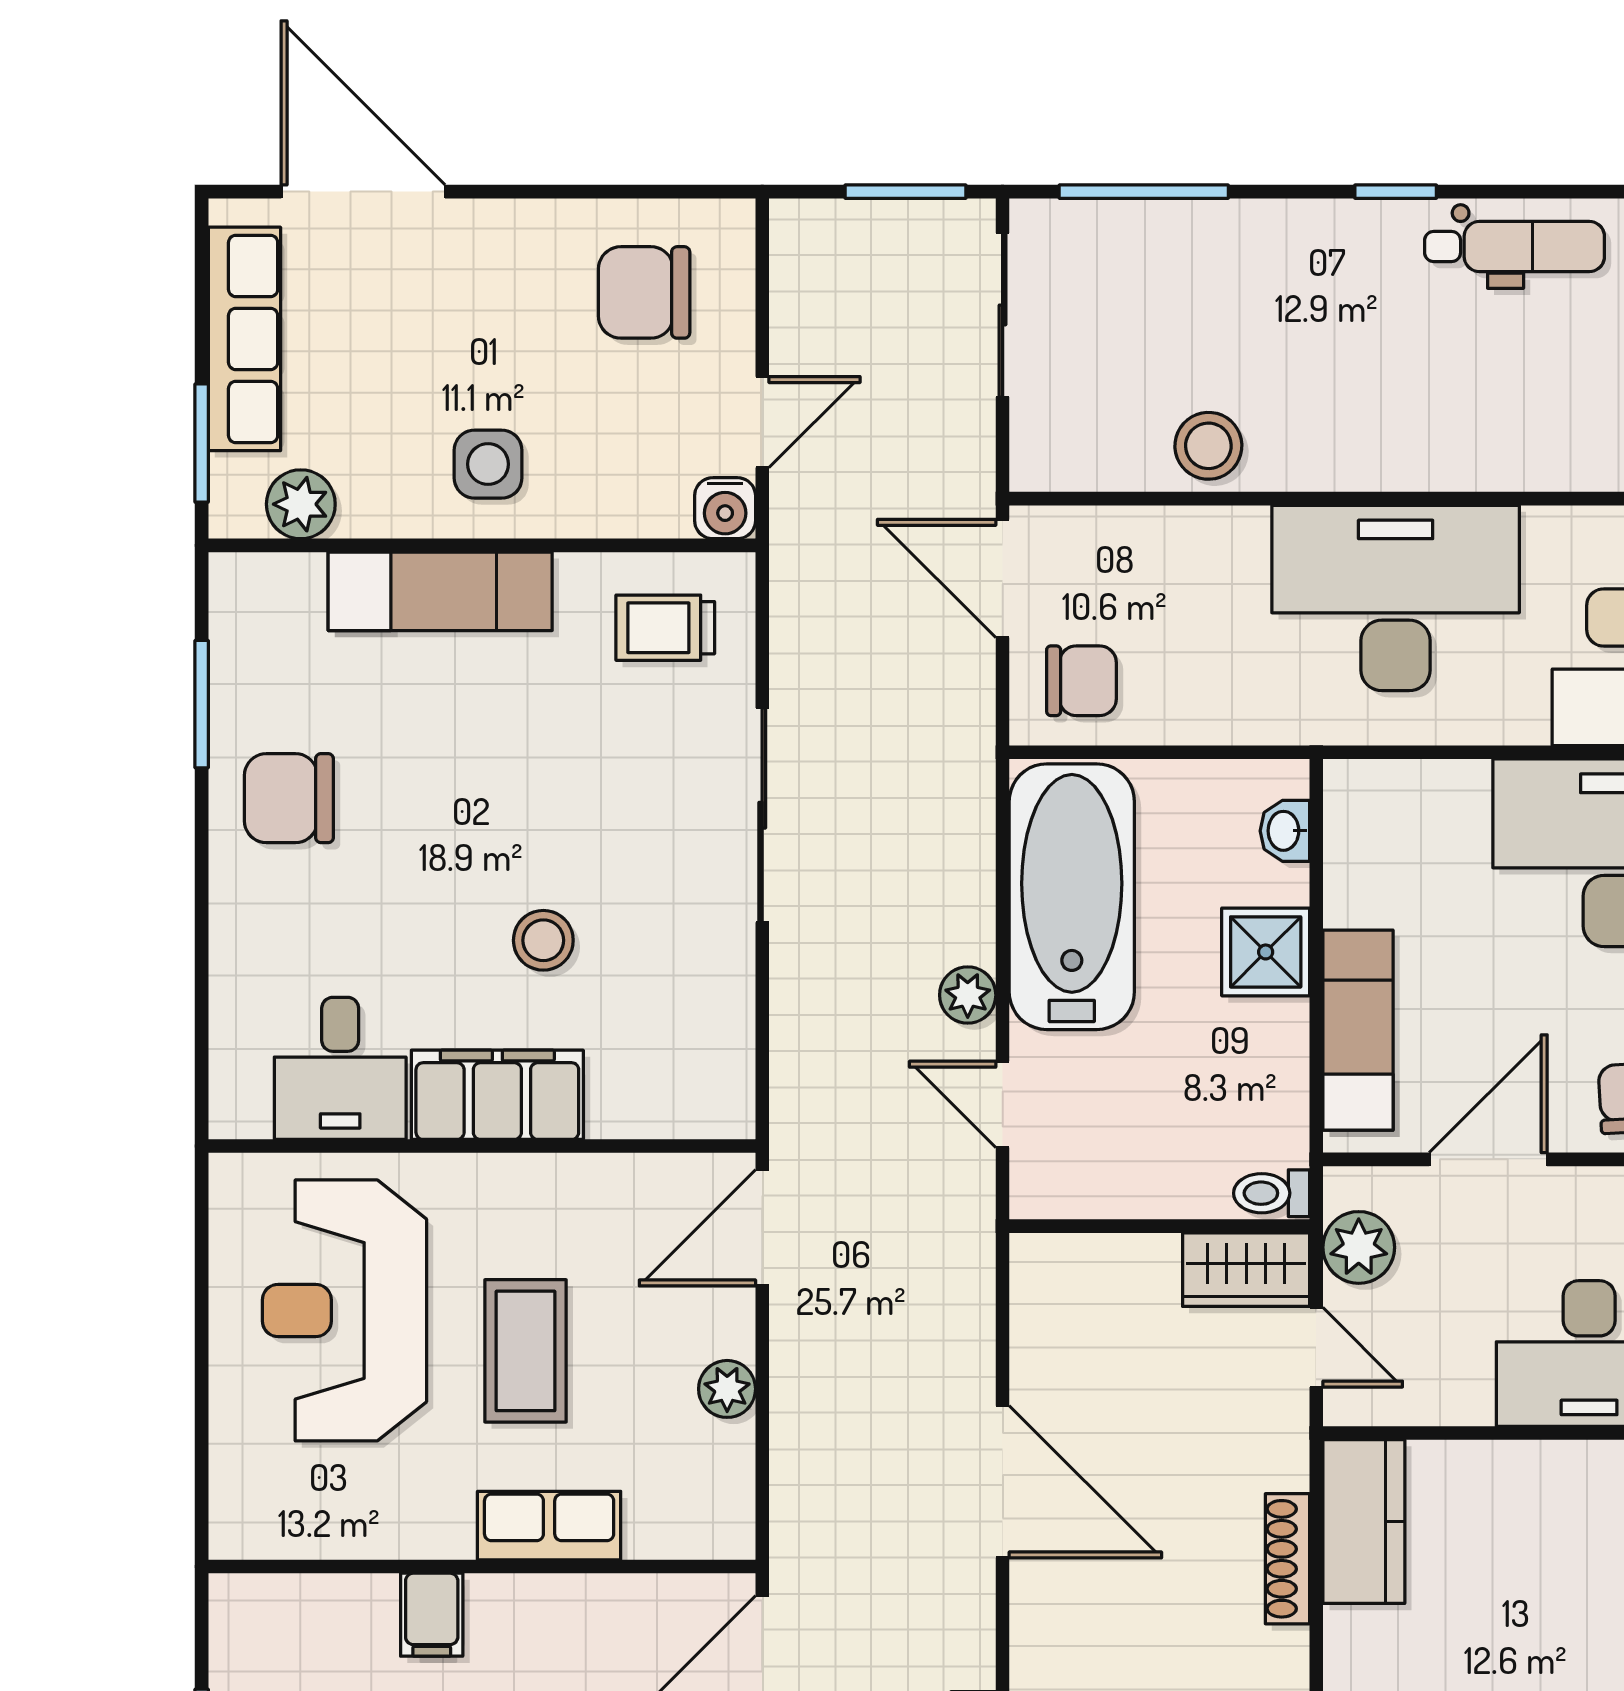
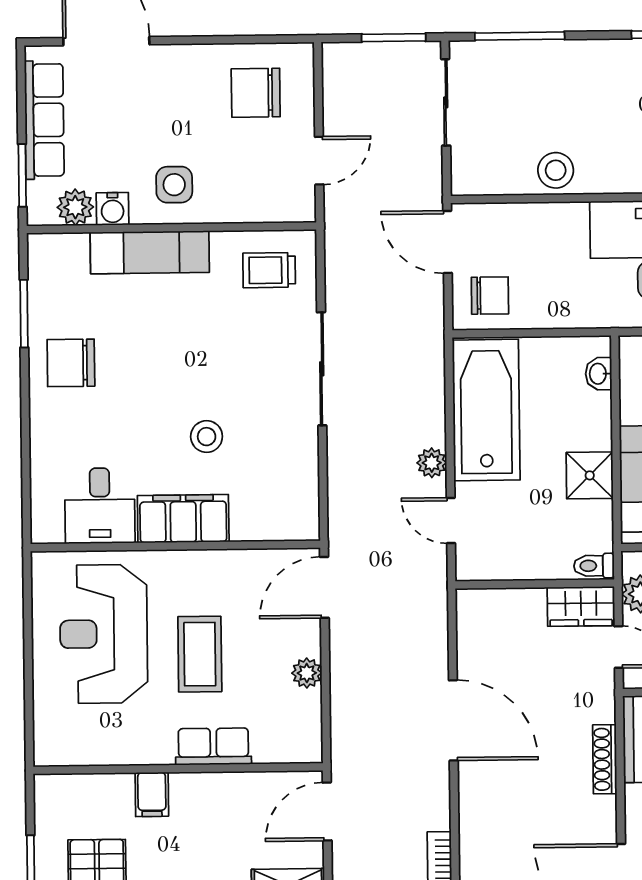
water cooler: (725, 508) -> (113, 209), moved
shower: (1266, 952) -> (590, 475), moved

